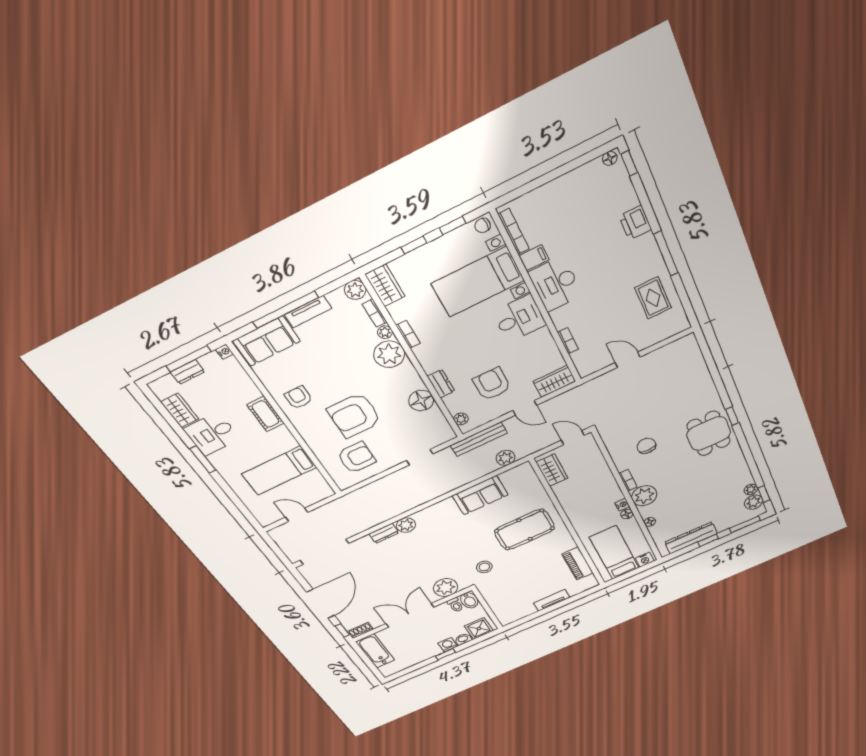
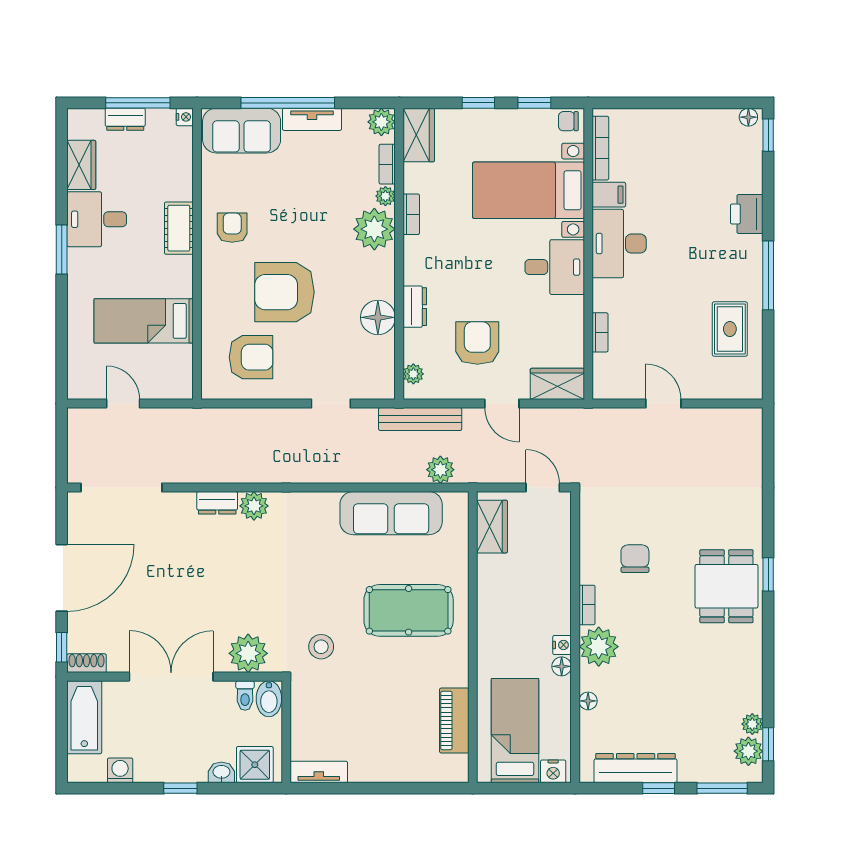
sofa: (480, 495) -> (391, 513), width x1.36
tv unit: (552, 600) -> (319, 772), moved
washing machine: (448, 645) -> (120, 770), moved

